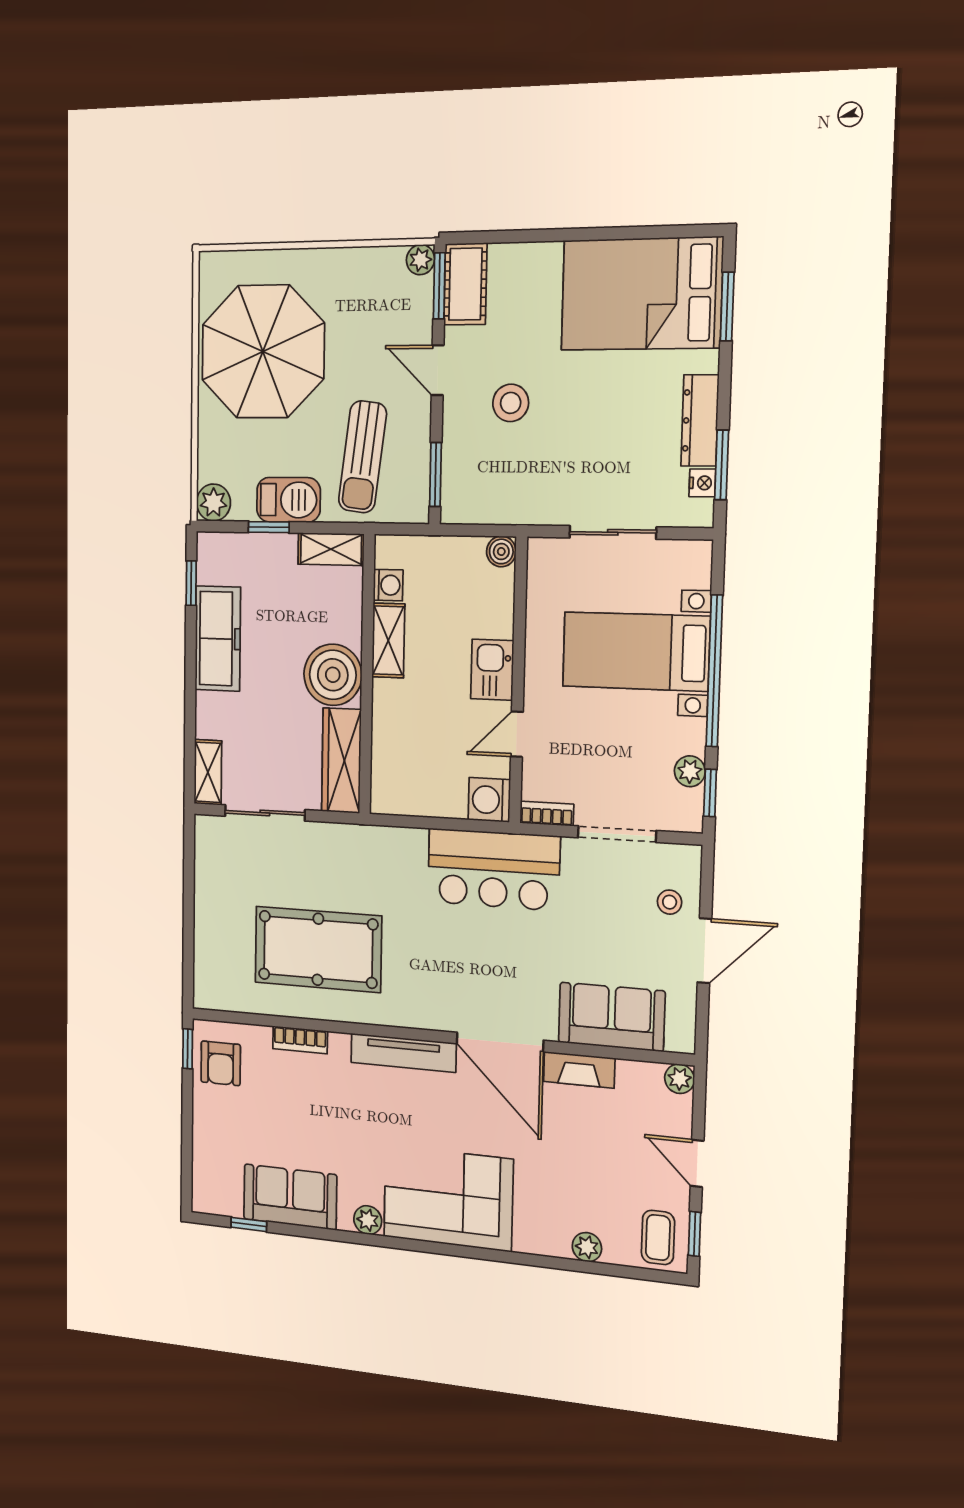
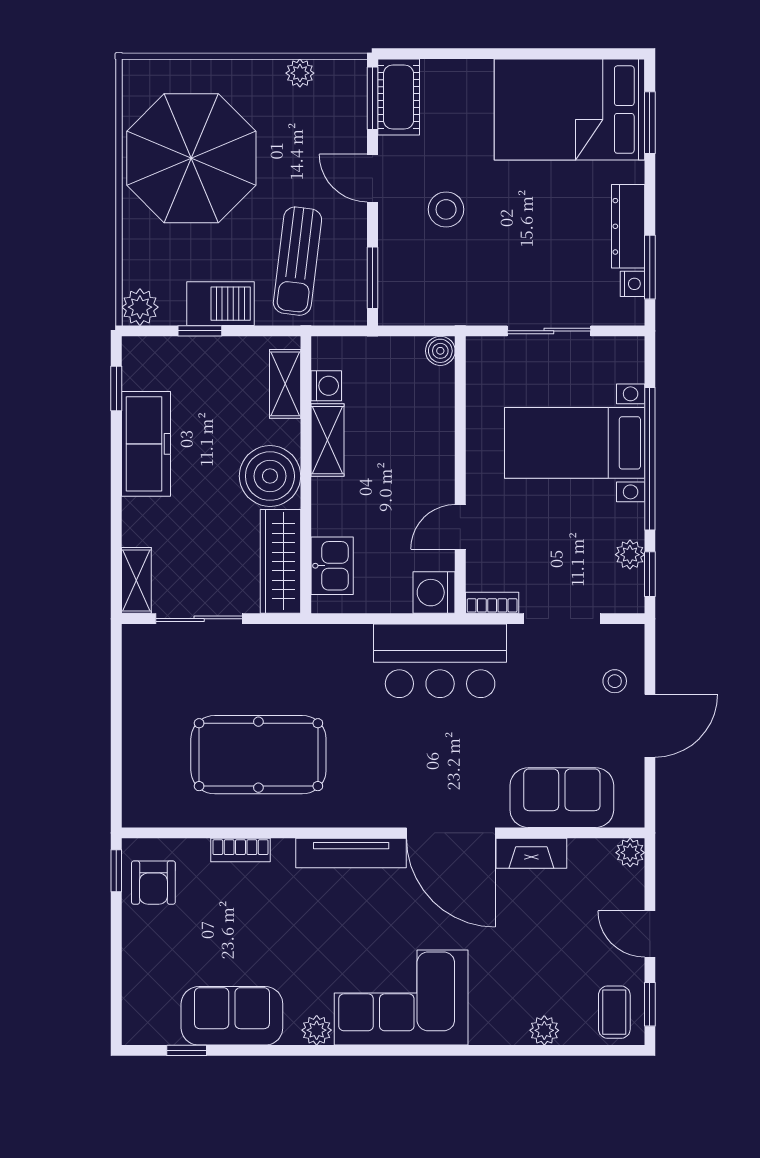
plant: (420, 260) -> (300, 73), moved
shelving: (331, 549) -> (285, 384), moved, turned 90
kitchen sink: (492, 670) -> (332, 566), moved, turned 180

